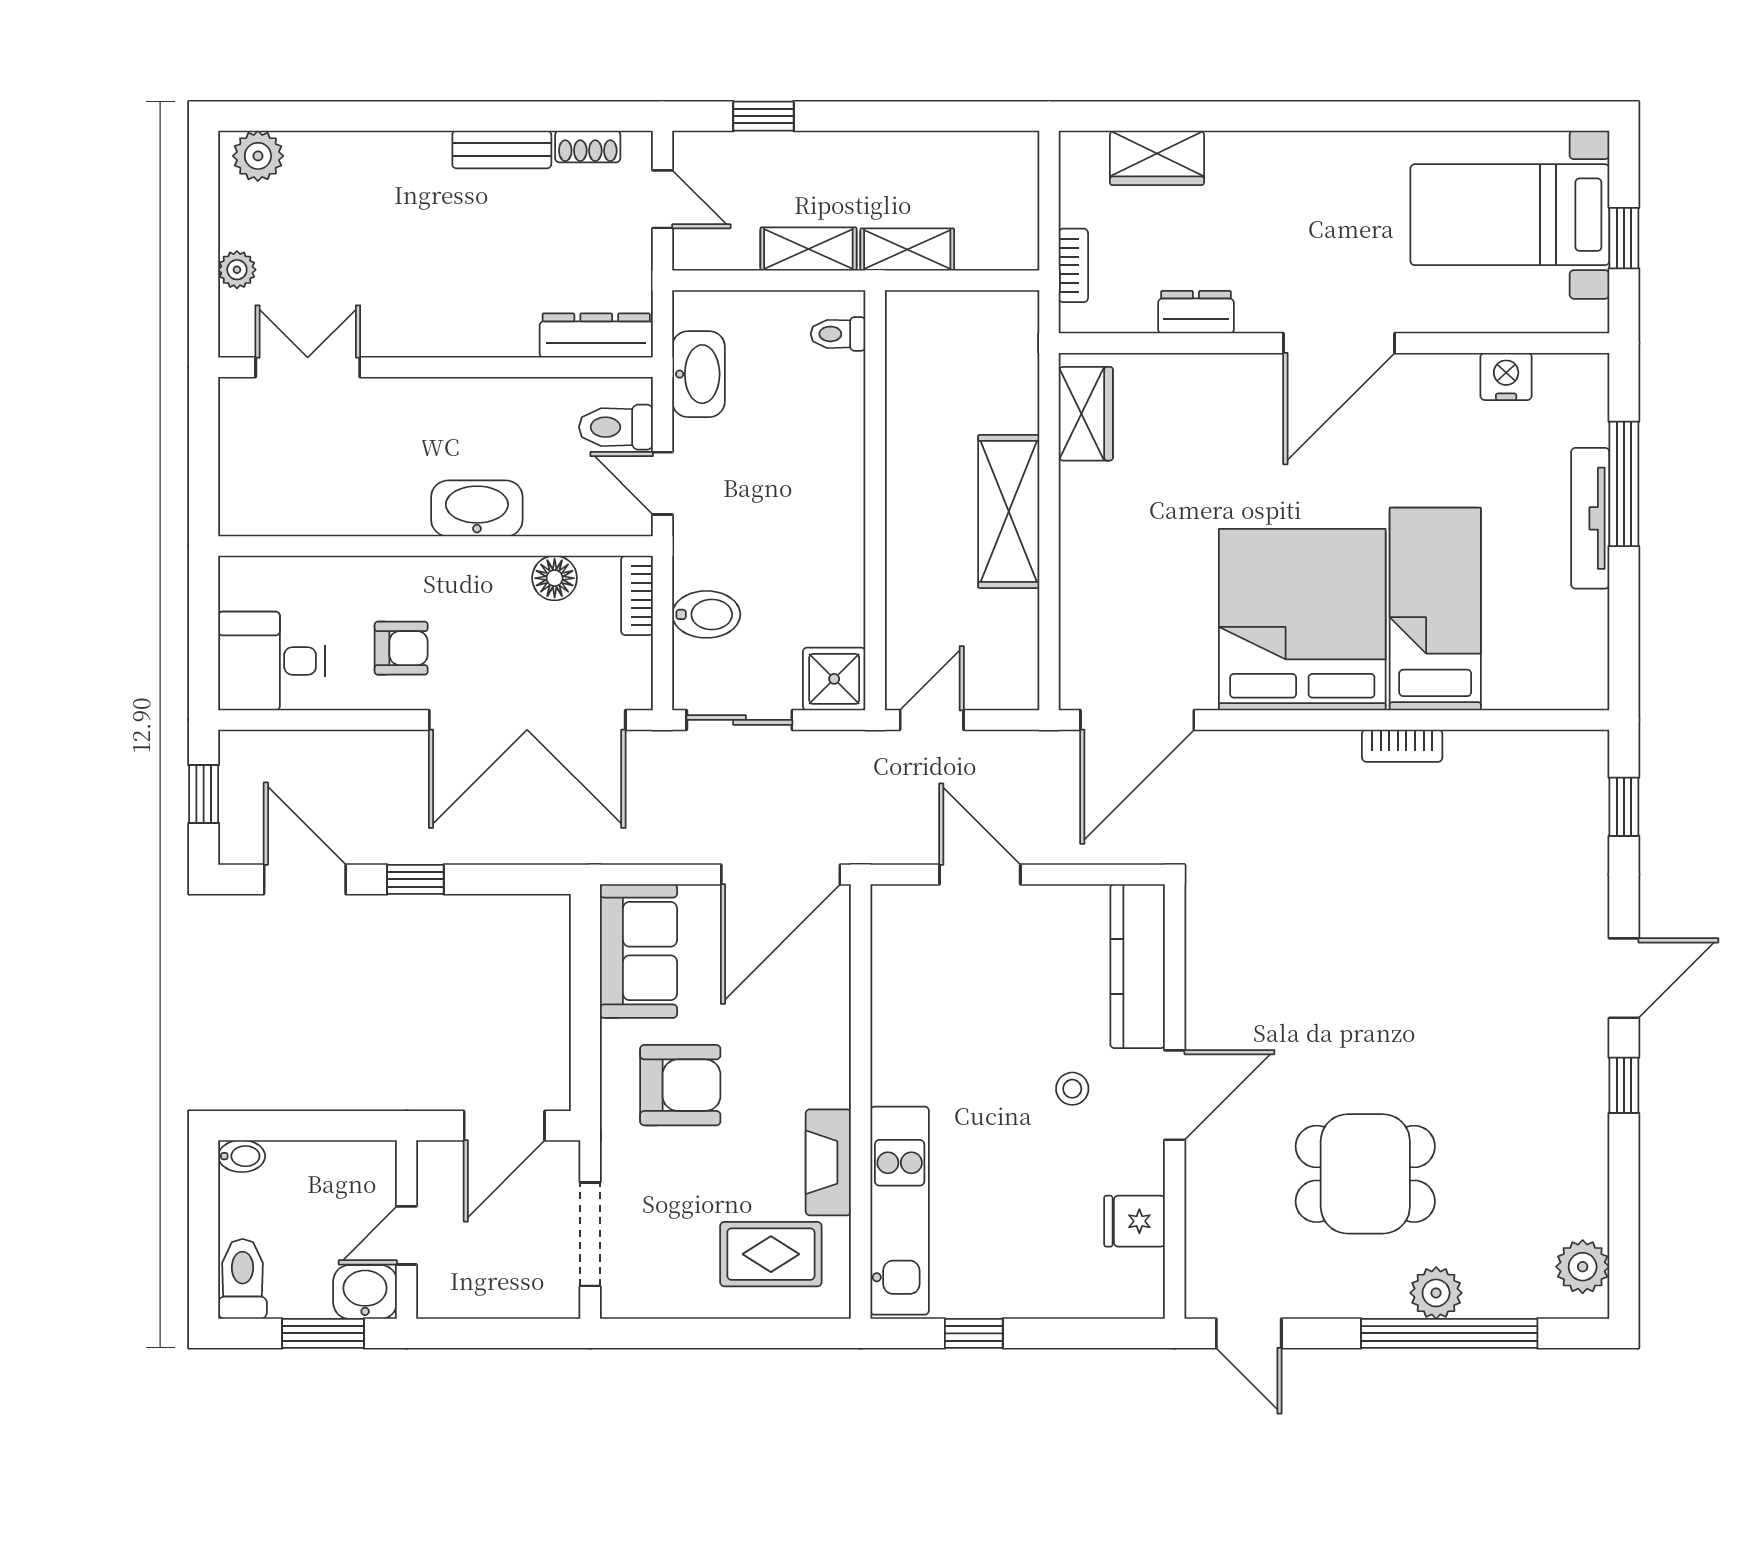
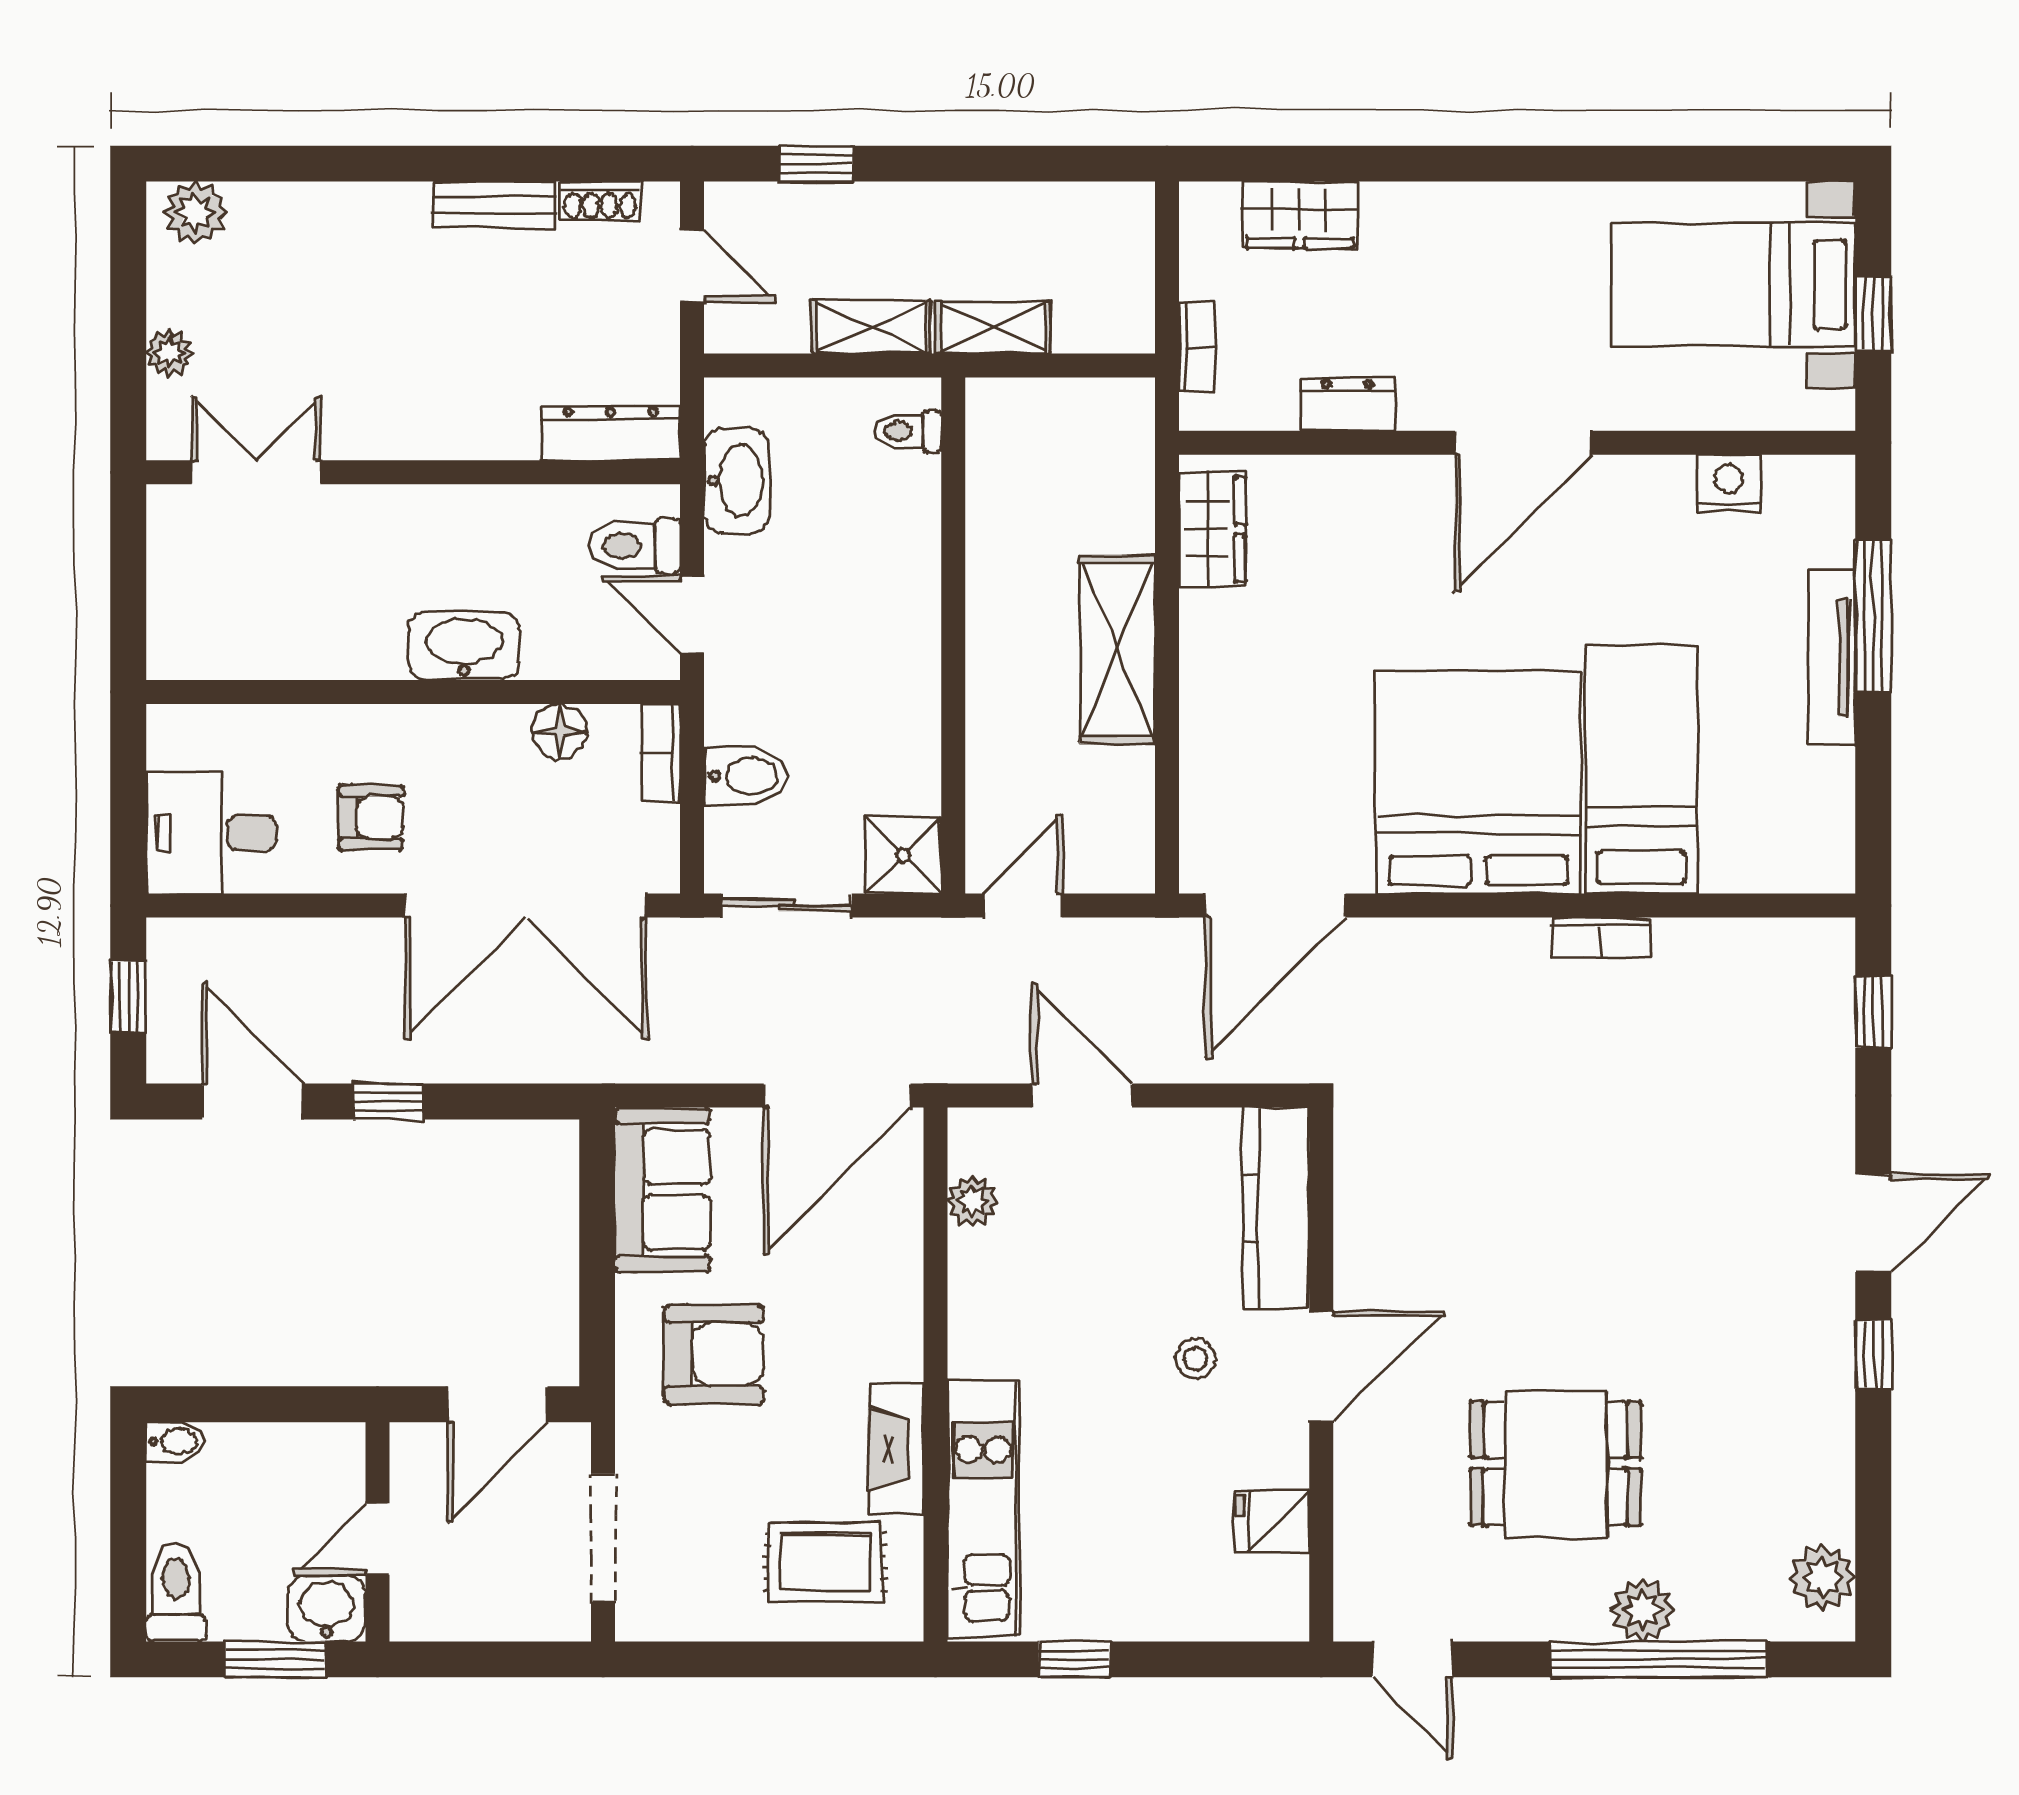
plant: (891, 960) -> (972, 1201), added

